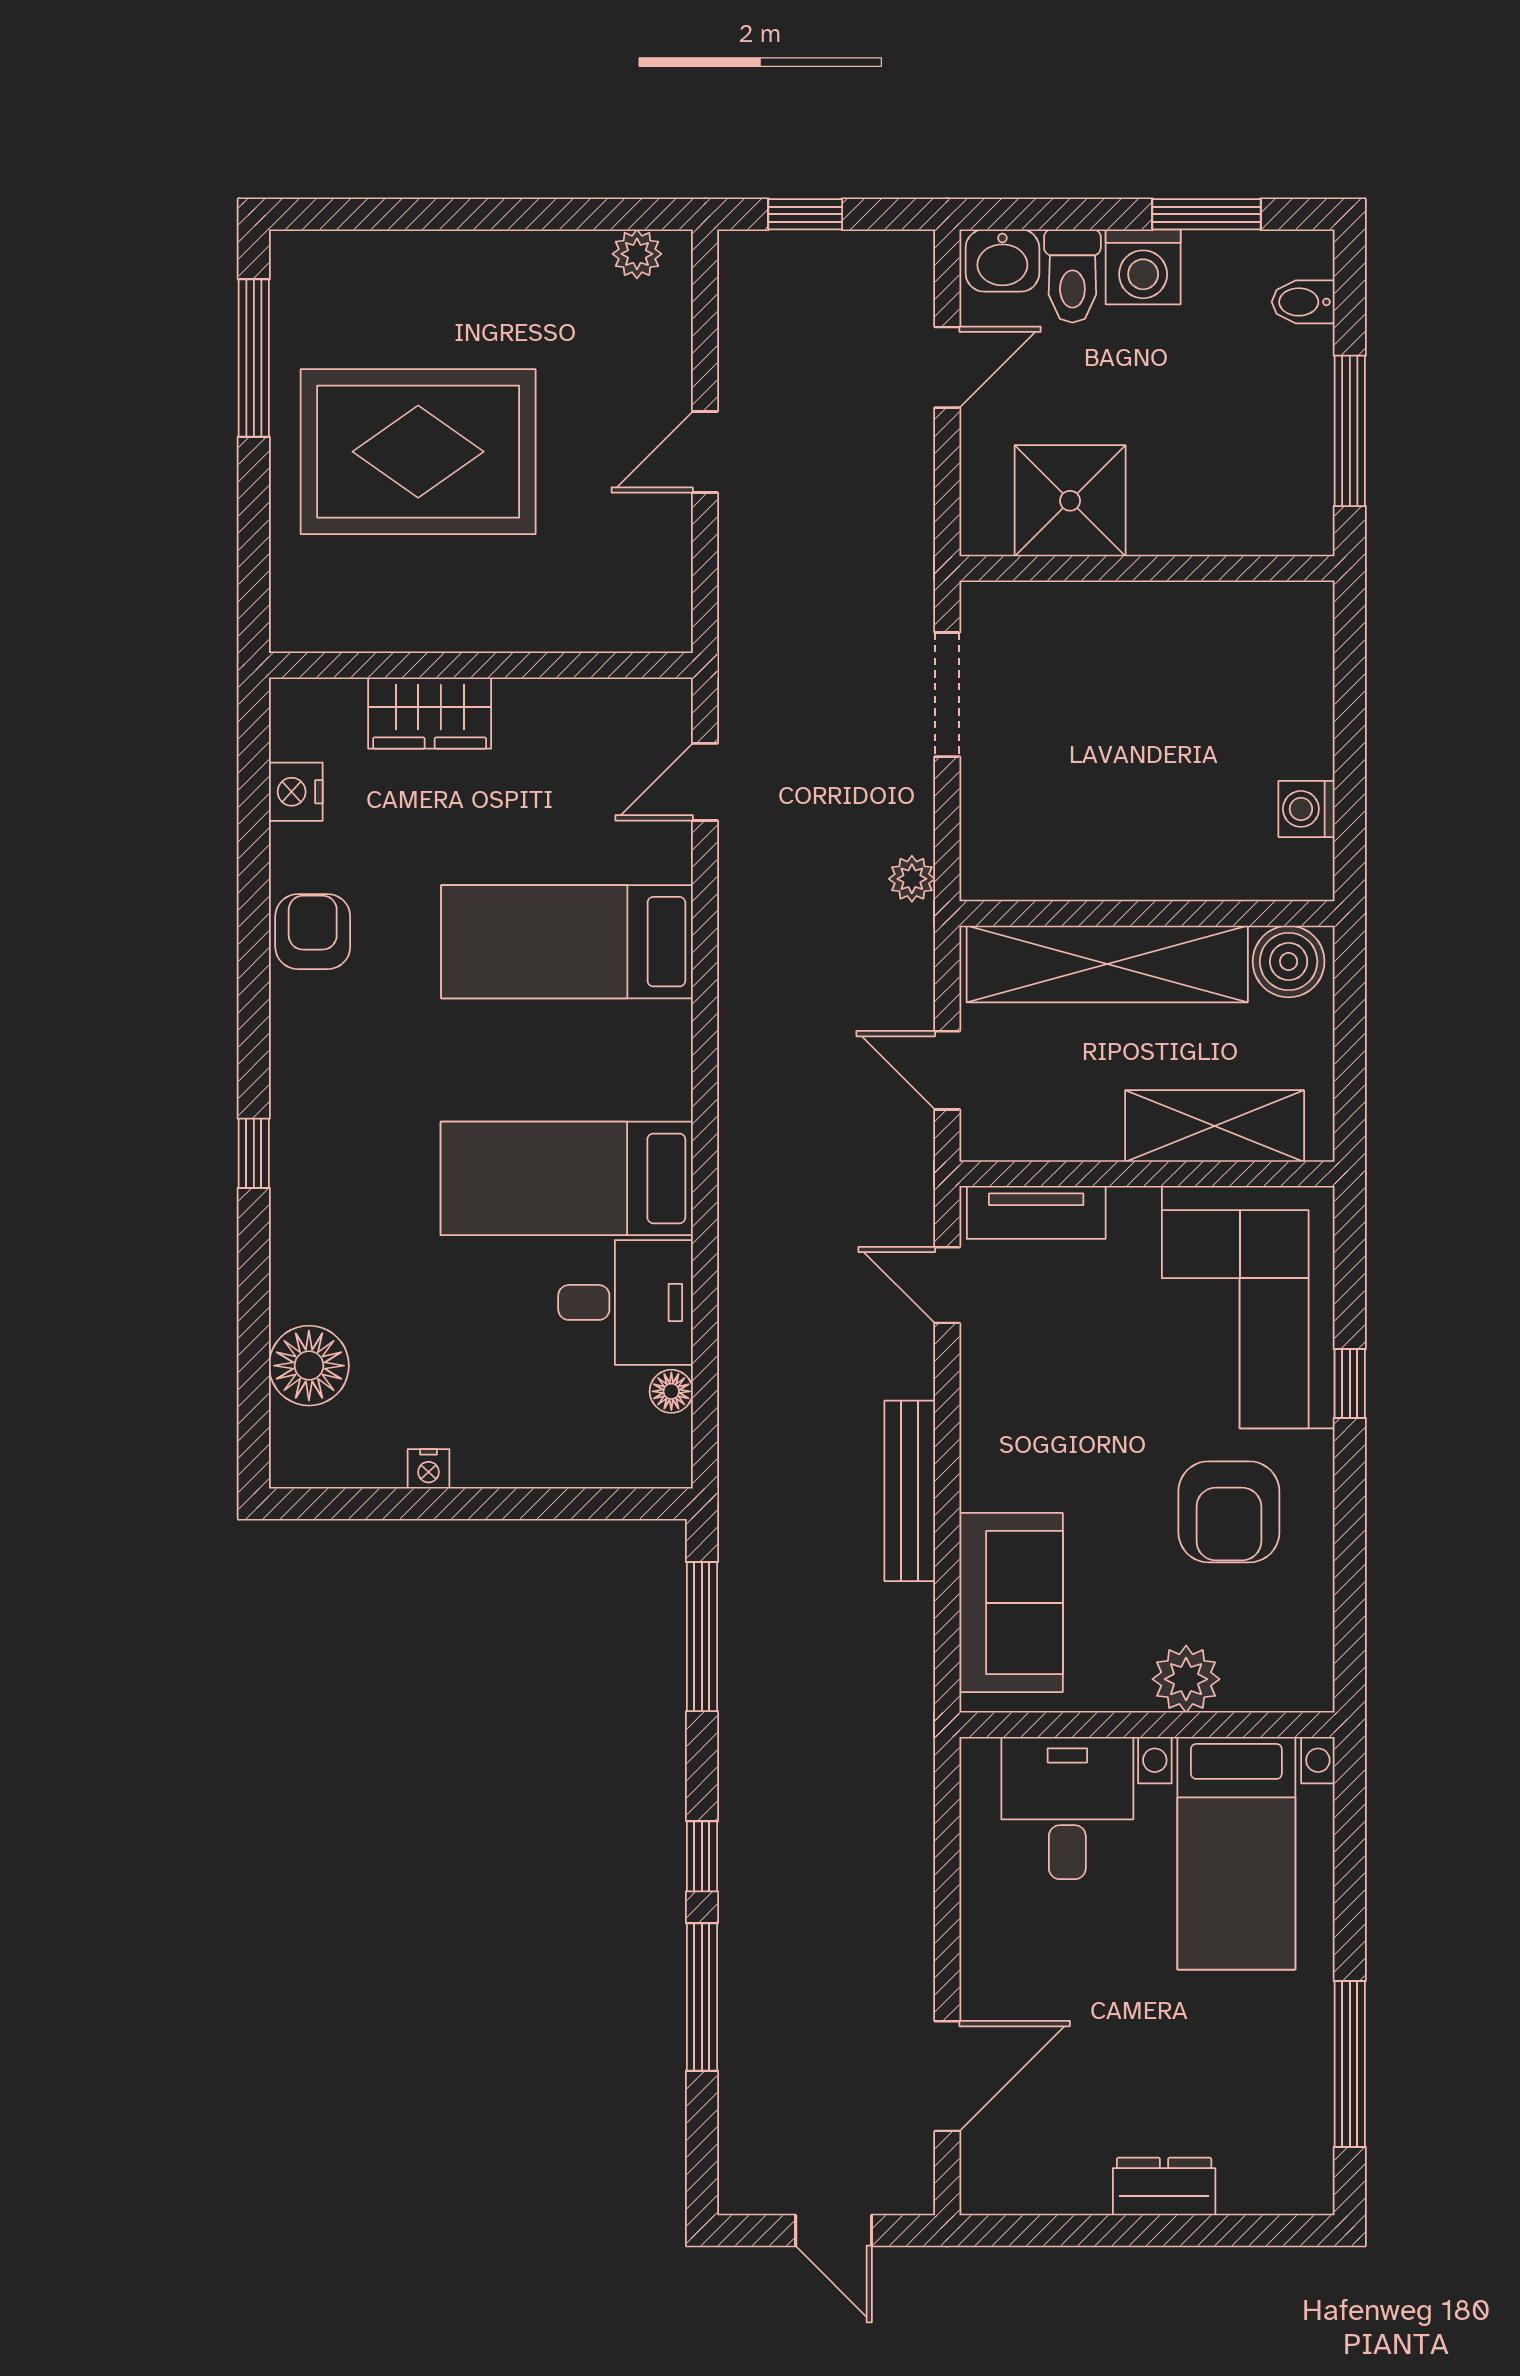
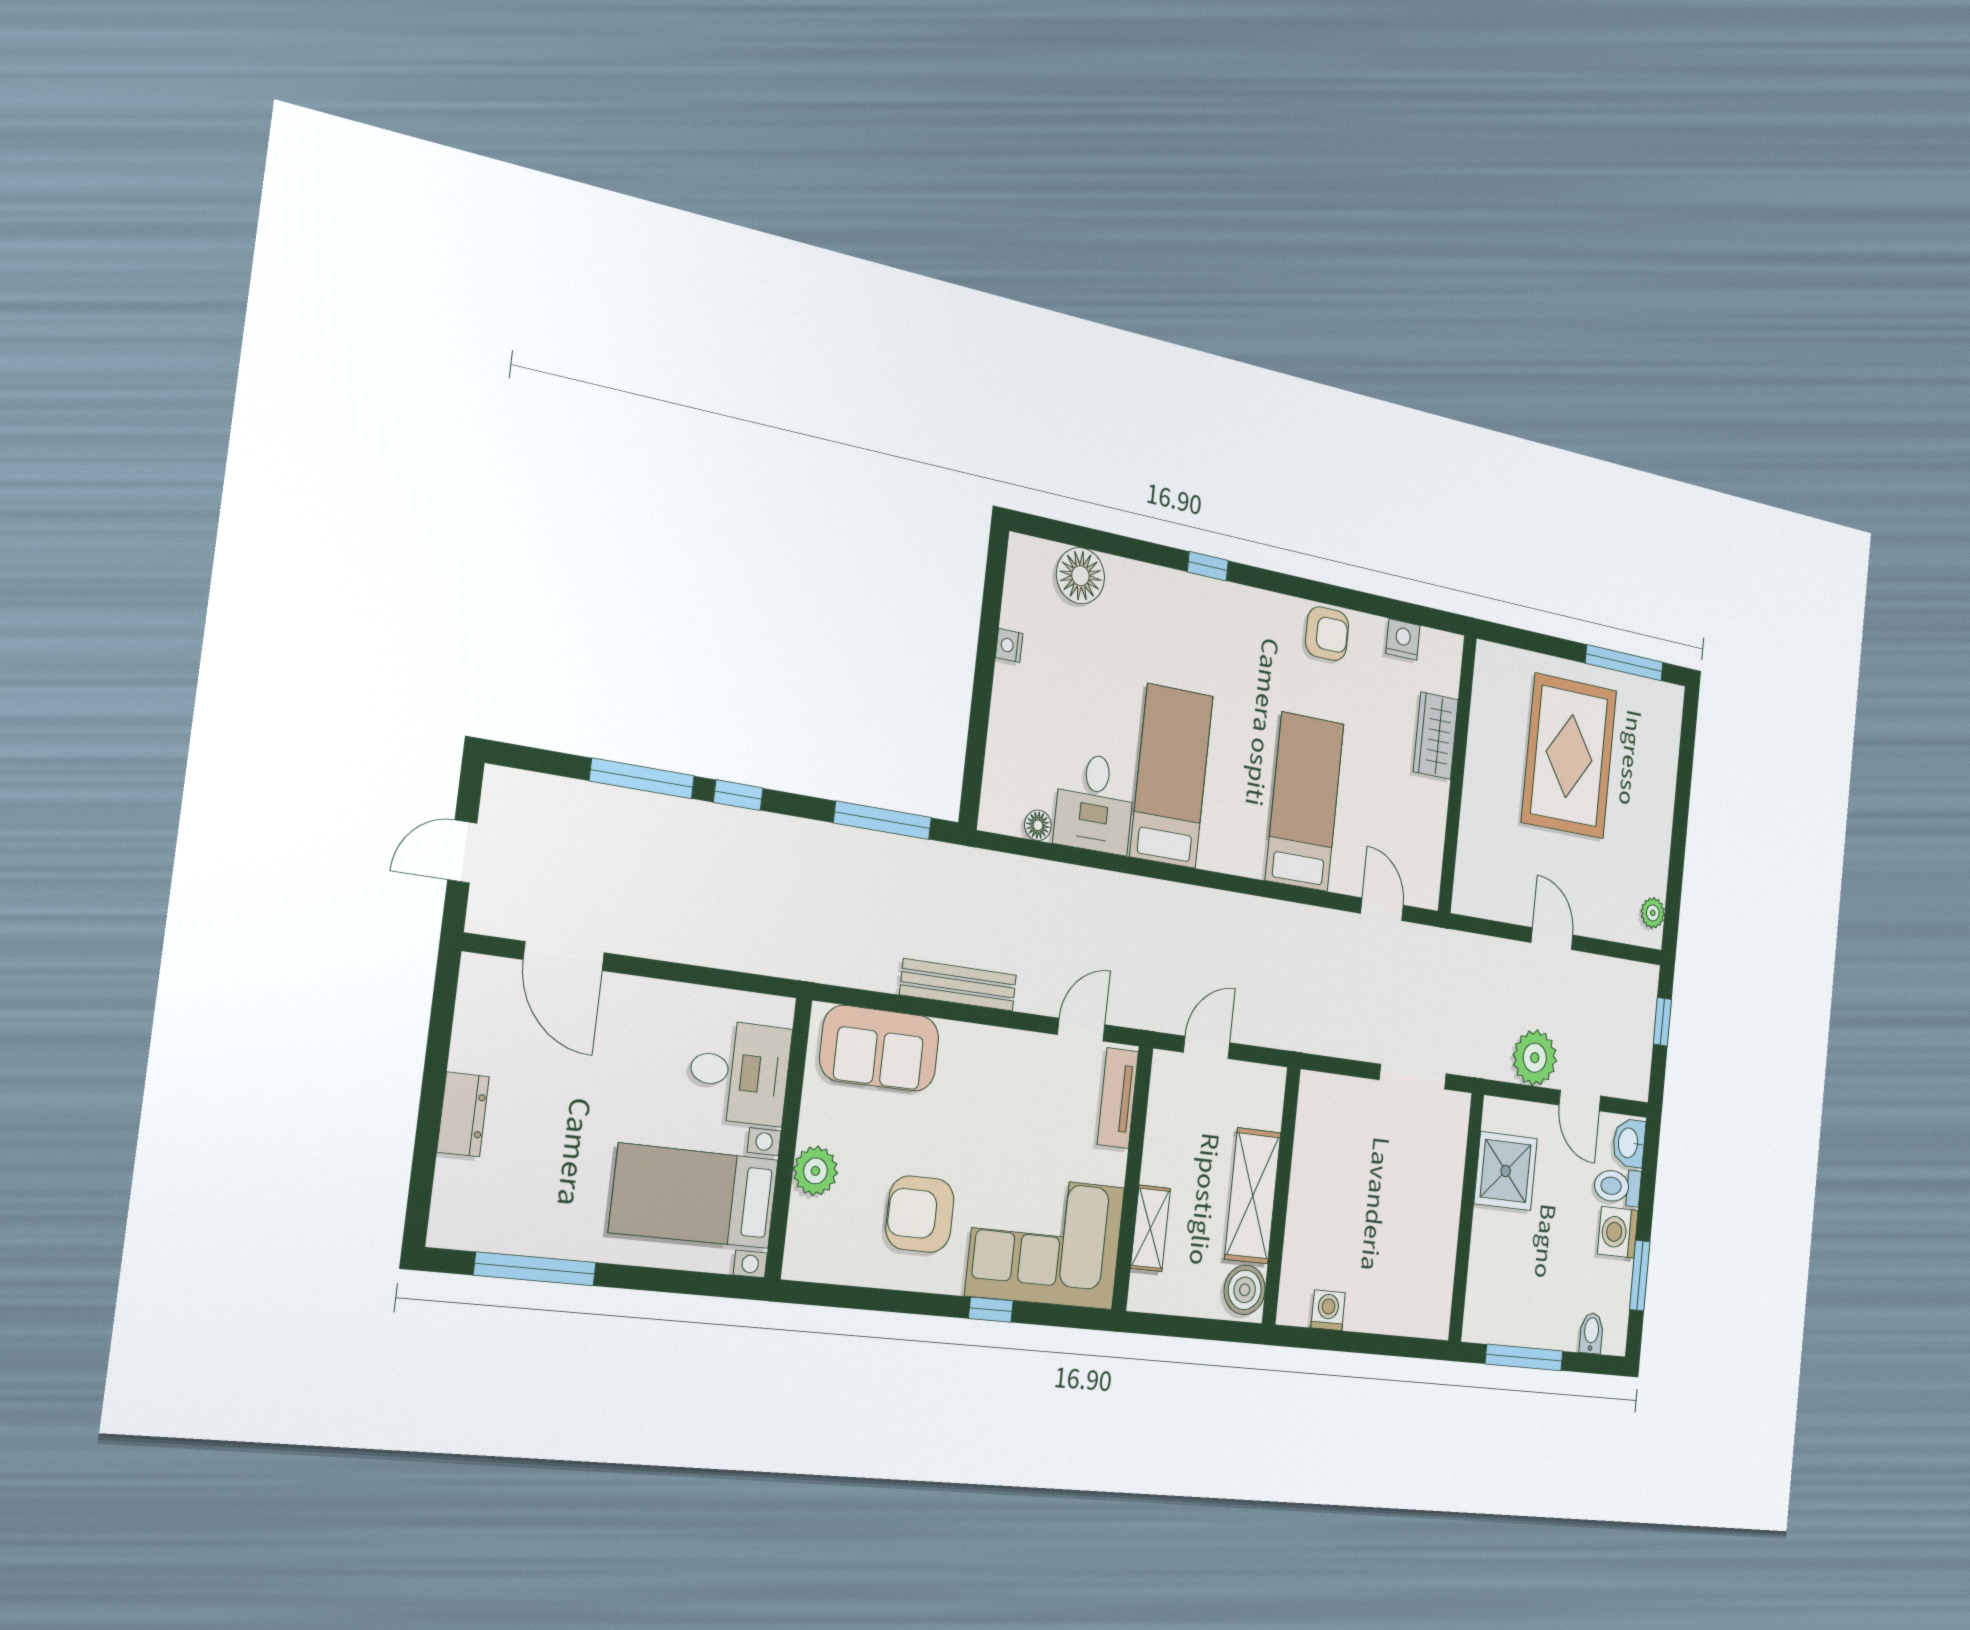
plant: (912, 879) -> (1535, 1058), moved, width x1.88, depth x1.88
shelving: (1107, 964) -> (1253, 1196), width x0.68
shelving: (1215, 1126) -> (1150, 1228), width x0.67, depth x0.75

